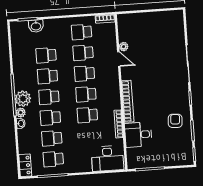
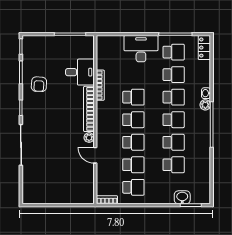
plant: (124, 47) -> (89, 138), moved
plant: (23, 99) -> (202, 120), removed
desk: (107, 158) -> (141, 49), moved

